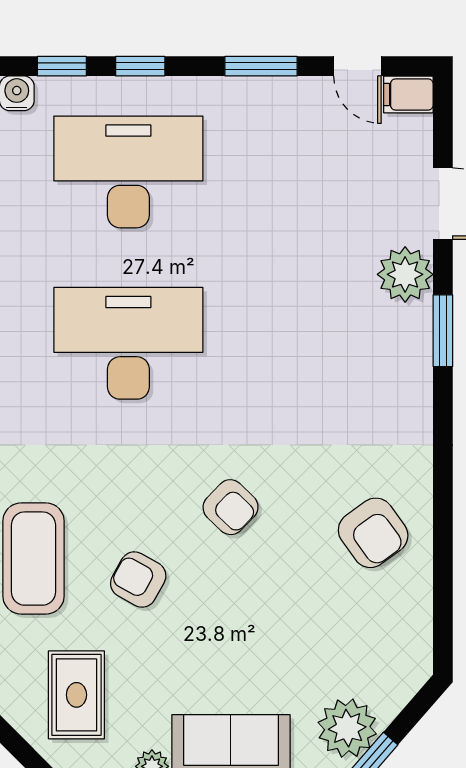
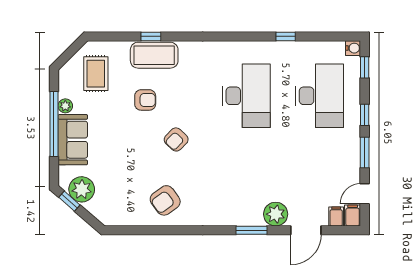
window: (140, 66) -> (365, 115), moved
filing cabinet: (411, 133) -> (336, 216), added
armchair: (138, 580) -> (145, 100), turned 61
rug: (76, 695) -> (96, 74), turned 90

